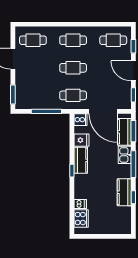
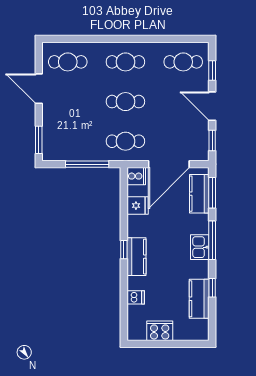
door: (103, 111) -> (169, 164), hinge flipped
kitchen sink: (125, 155) -> (200, 247), moved
kitchen counter: (81, 160) -> (137, 257), moved
kitchen counter: (124, 192) -> (199, 299), moved
cooker: (81, 219) -> (160, 331), moved, turned -90

